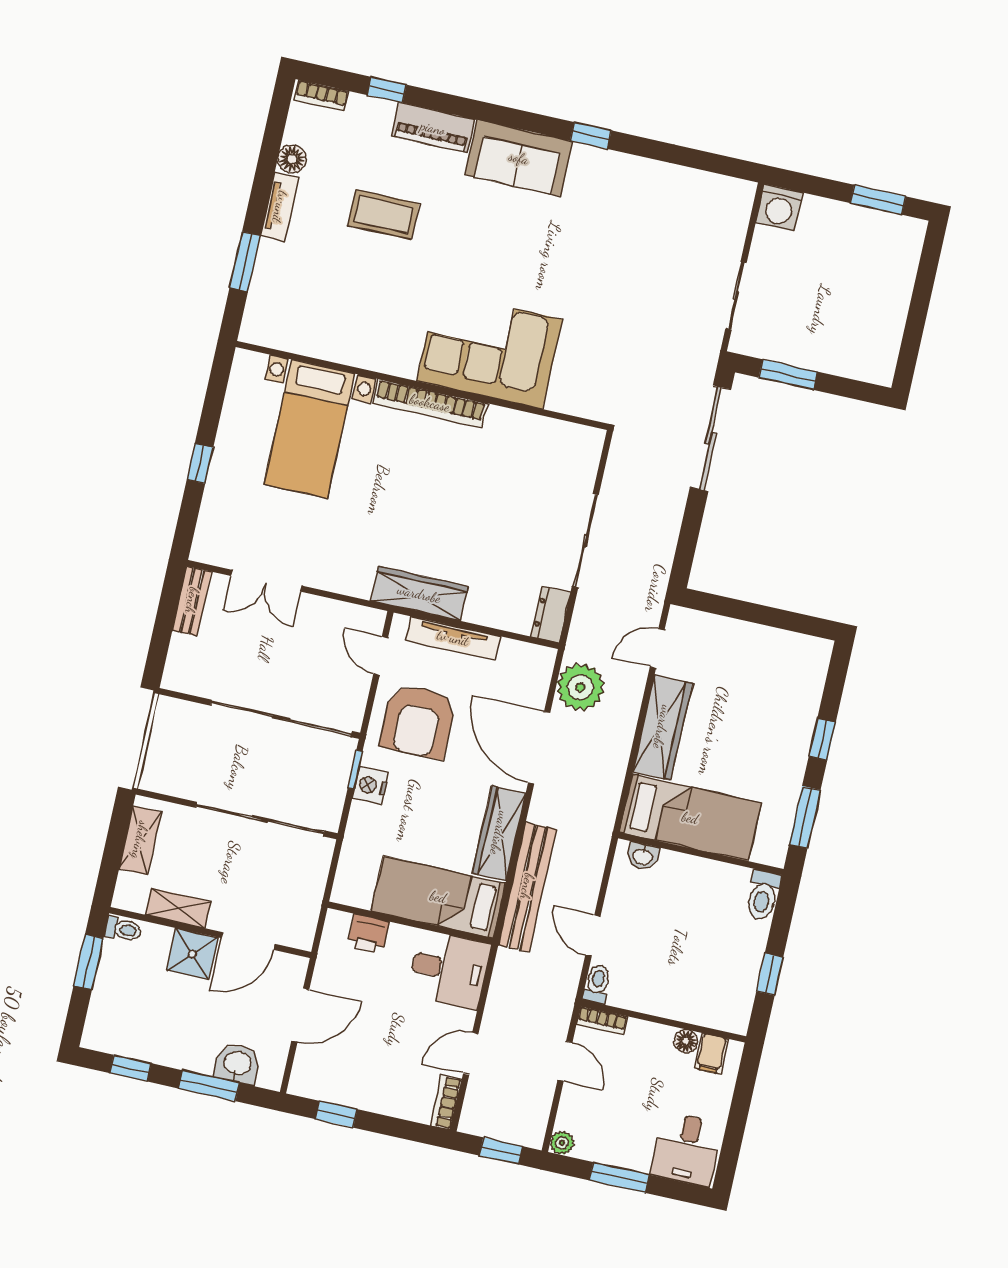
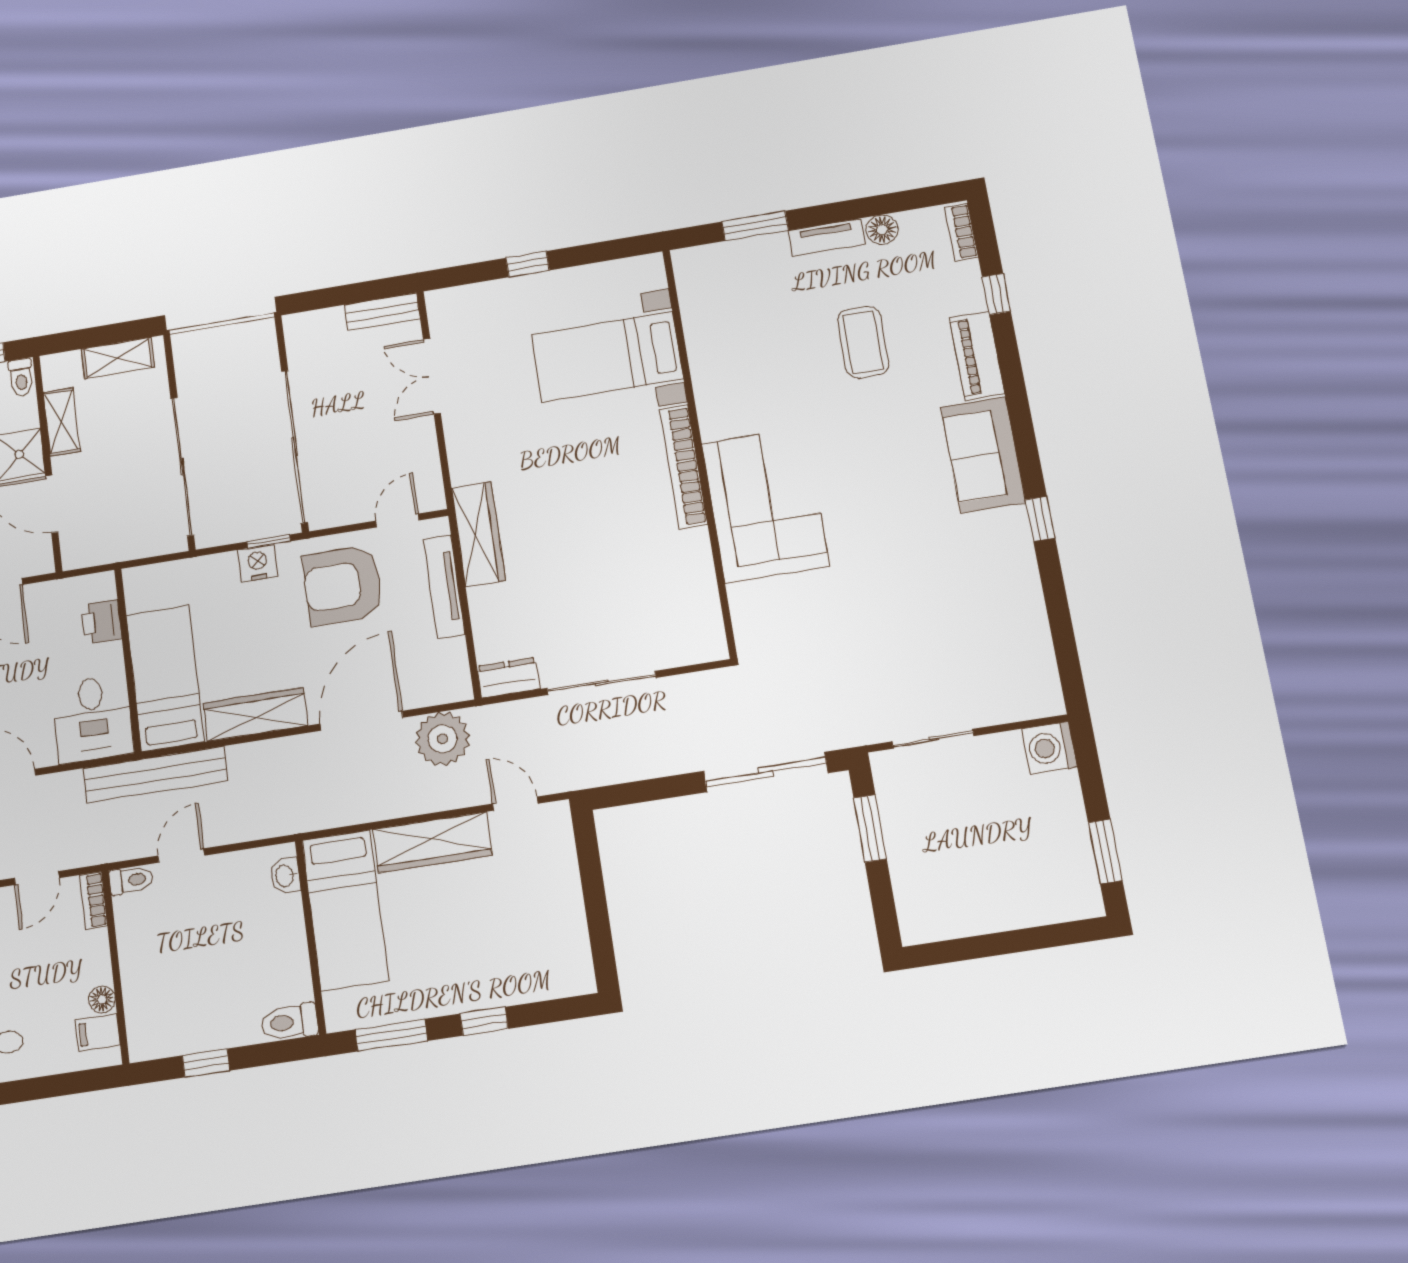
bench: (527, 887) -> (155, 775), moved

